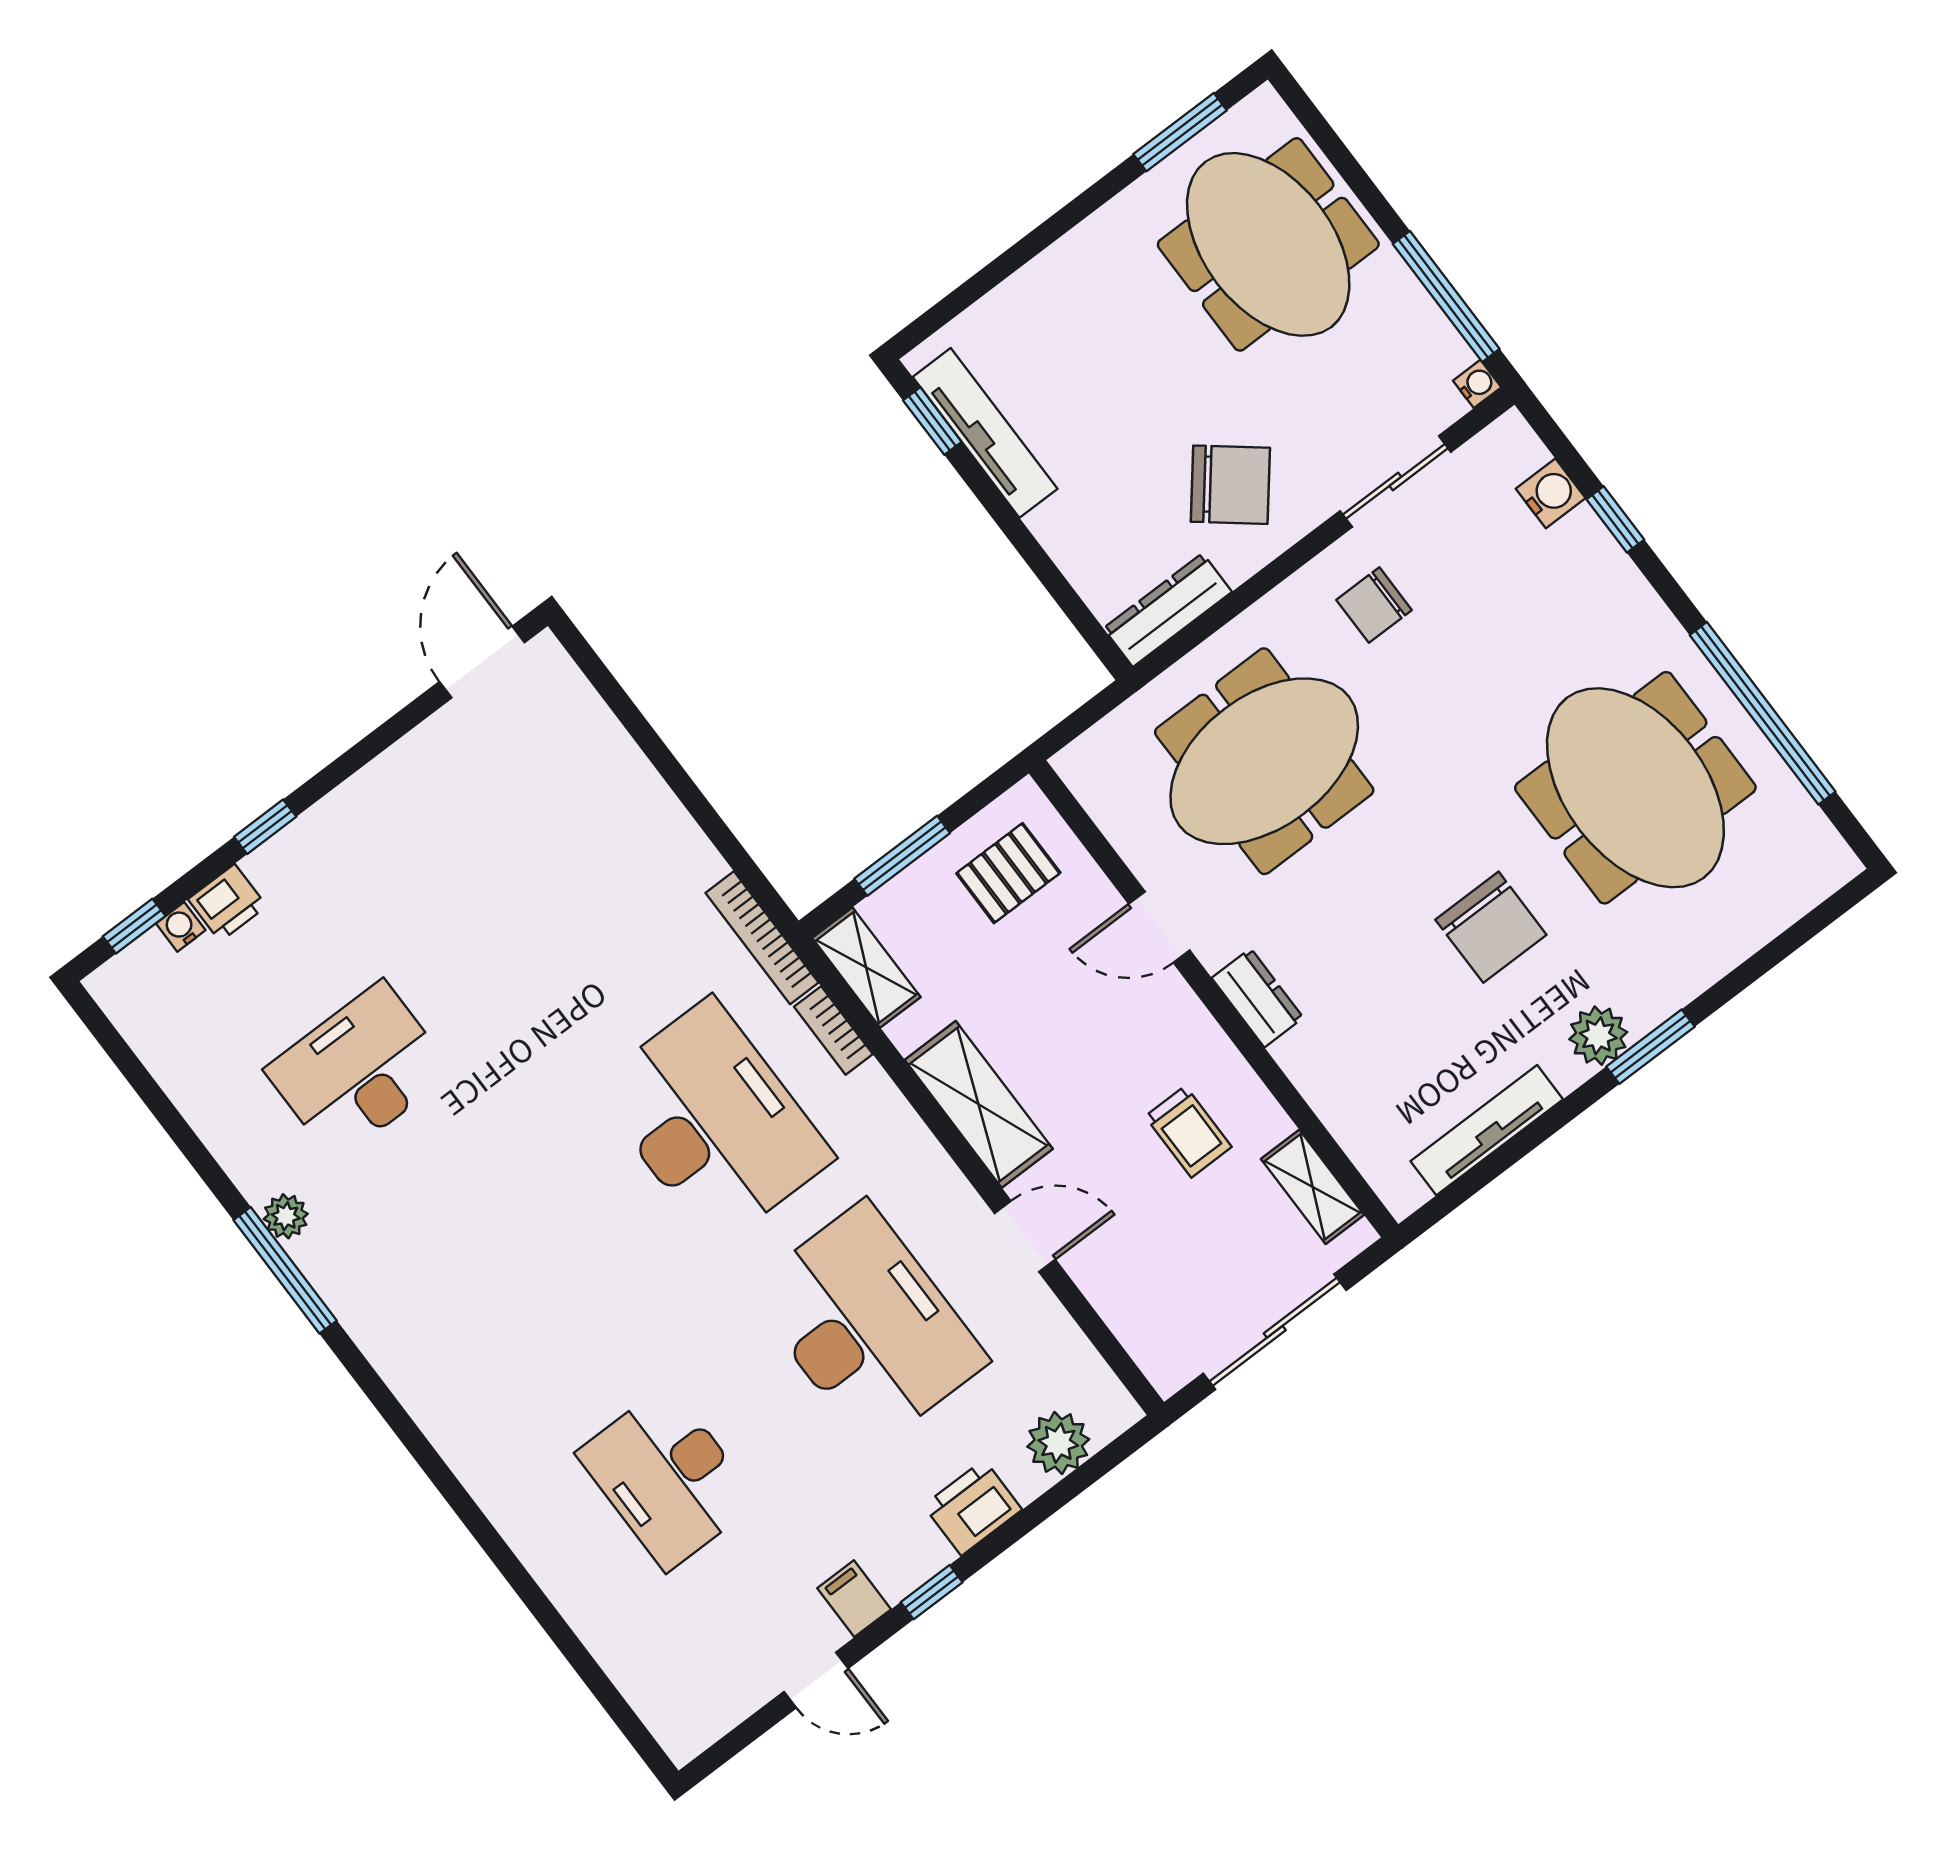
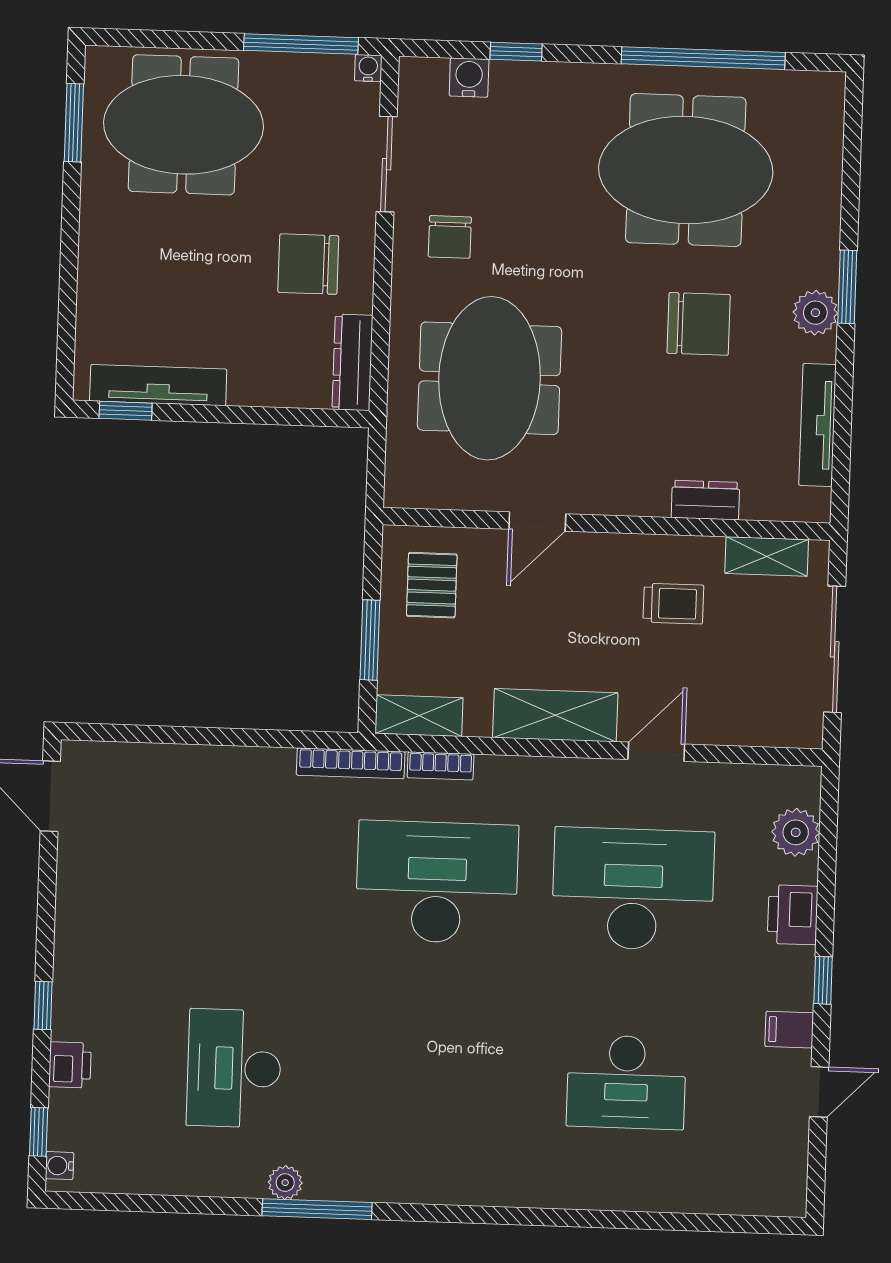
chair: (1230, 485) -> (308, 264), turned -129
water cooler: (181, 927) -> (59, 1166), moved
dresser: (1257, 998) -> (705, 500), moved

